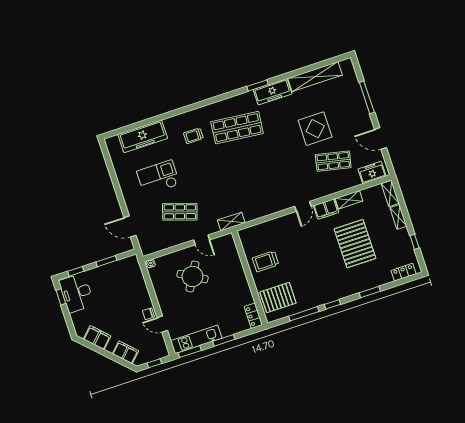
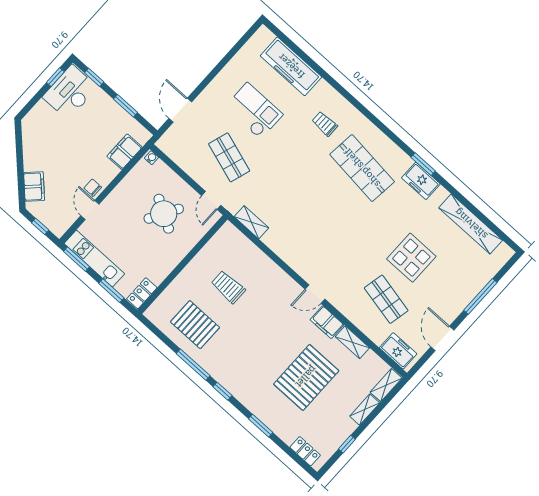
freezer: (273, 92) -> (421, 181), width x0.71
wall: (250, 278) -> (182, 265), moved
locker: (253, 316) -> (142, 293), moved
filing cabinet: (97, 338) -> (125, 152), moved, turned -135

